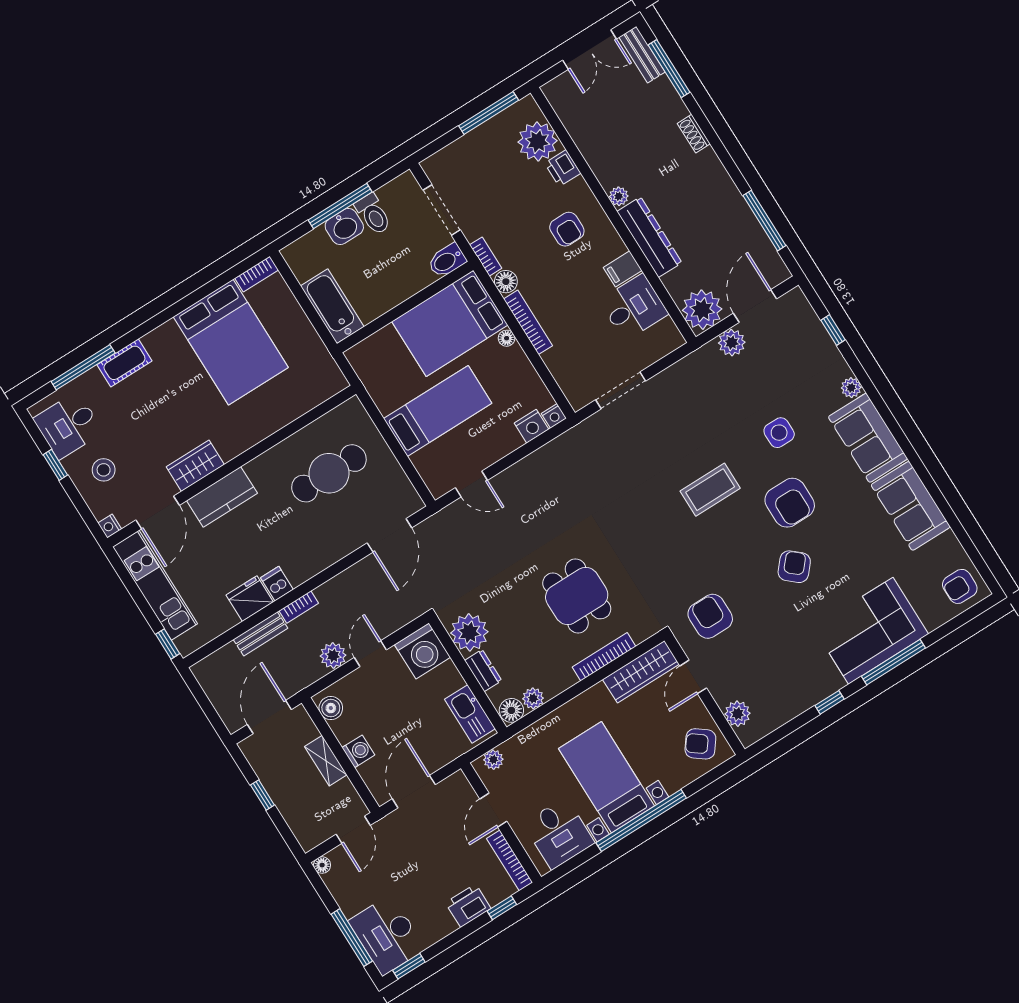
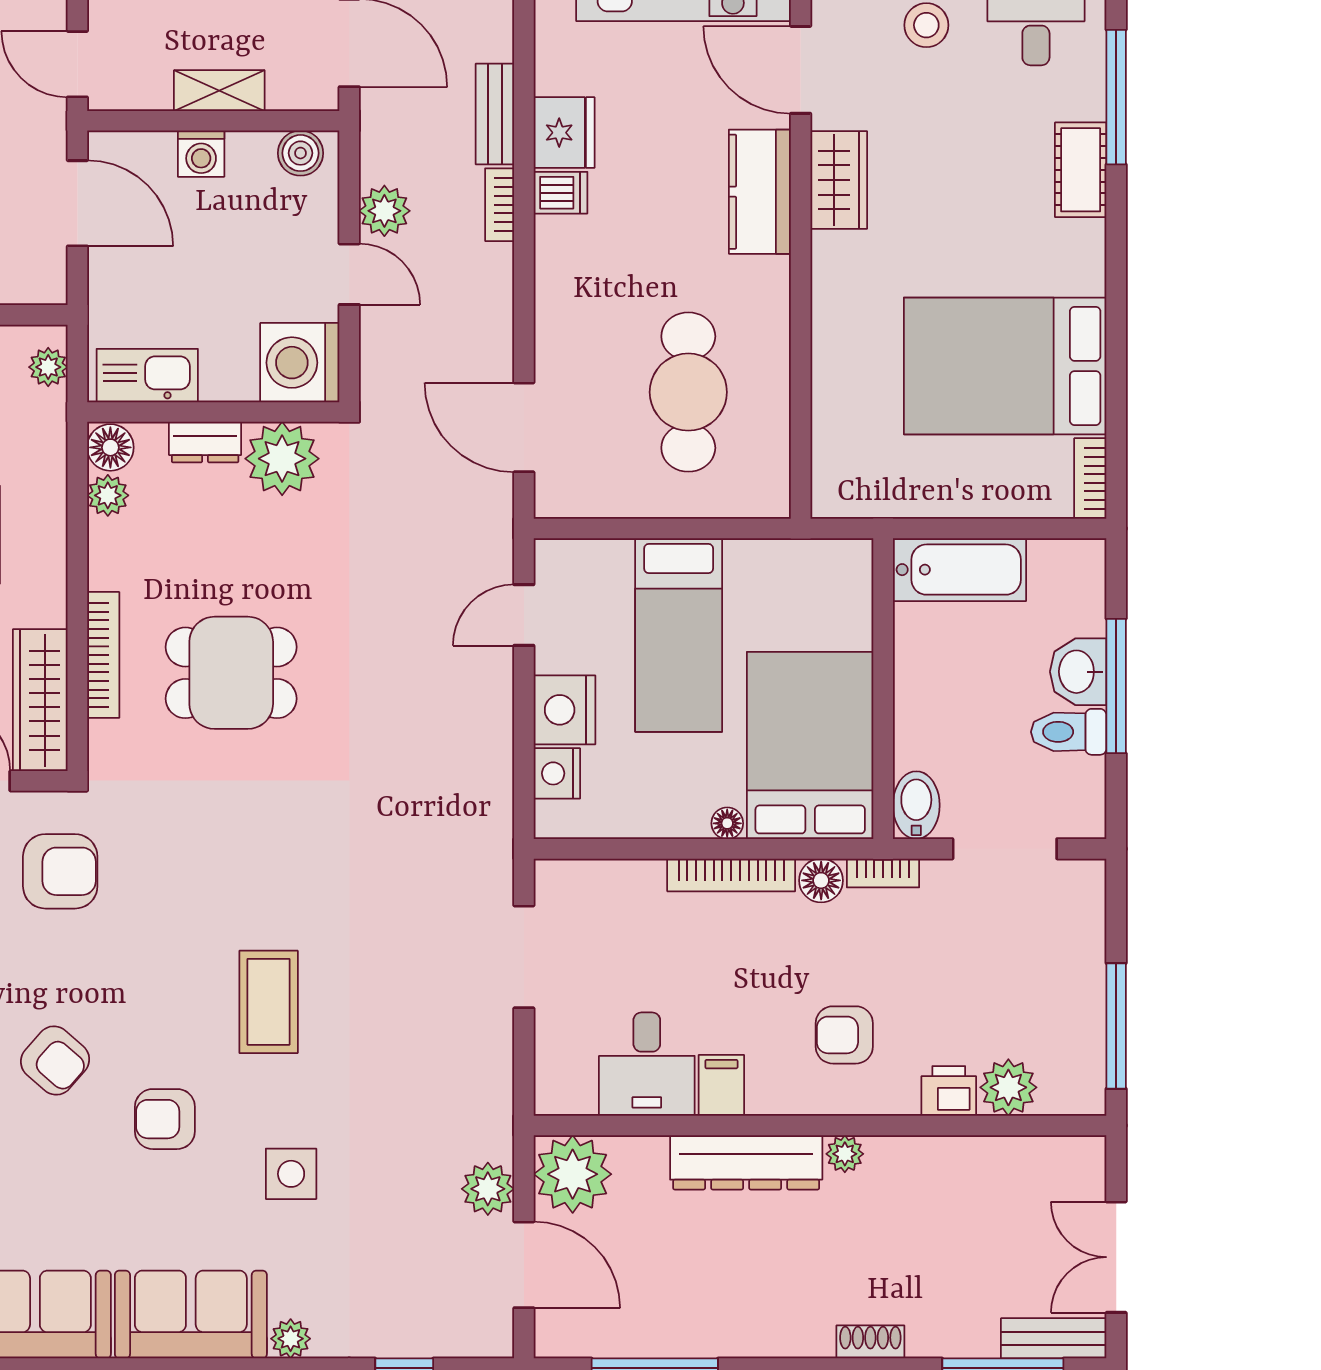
plant: (538, 141) -> (1008, 1087), width x0.73, depth x0.73
nightstand: (554, 416) -> (565, 710), moved, width x1.89, depth x1.79
armchair: (790, 503) -> (165, 1119), width x0.72, depth x0.72

